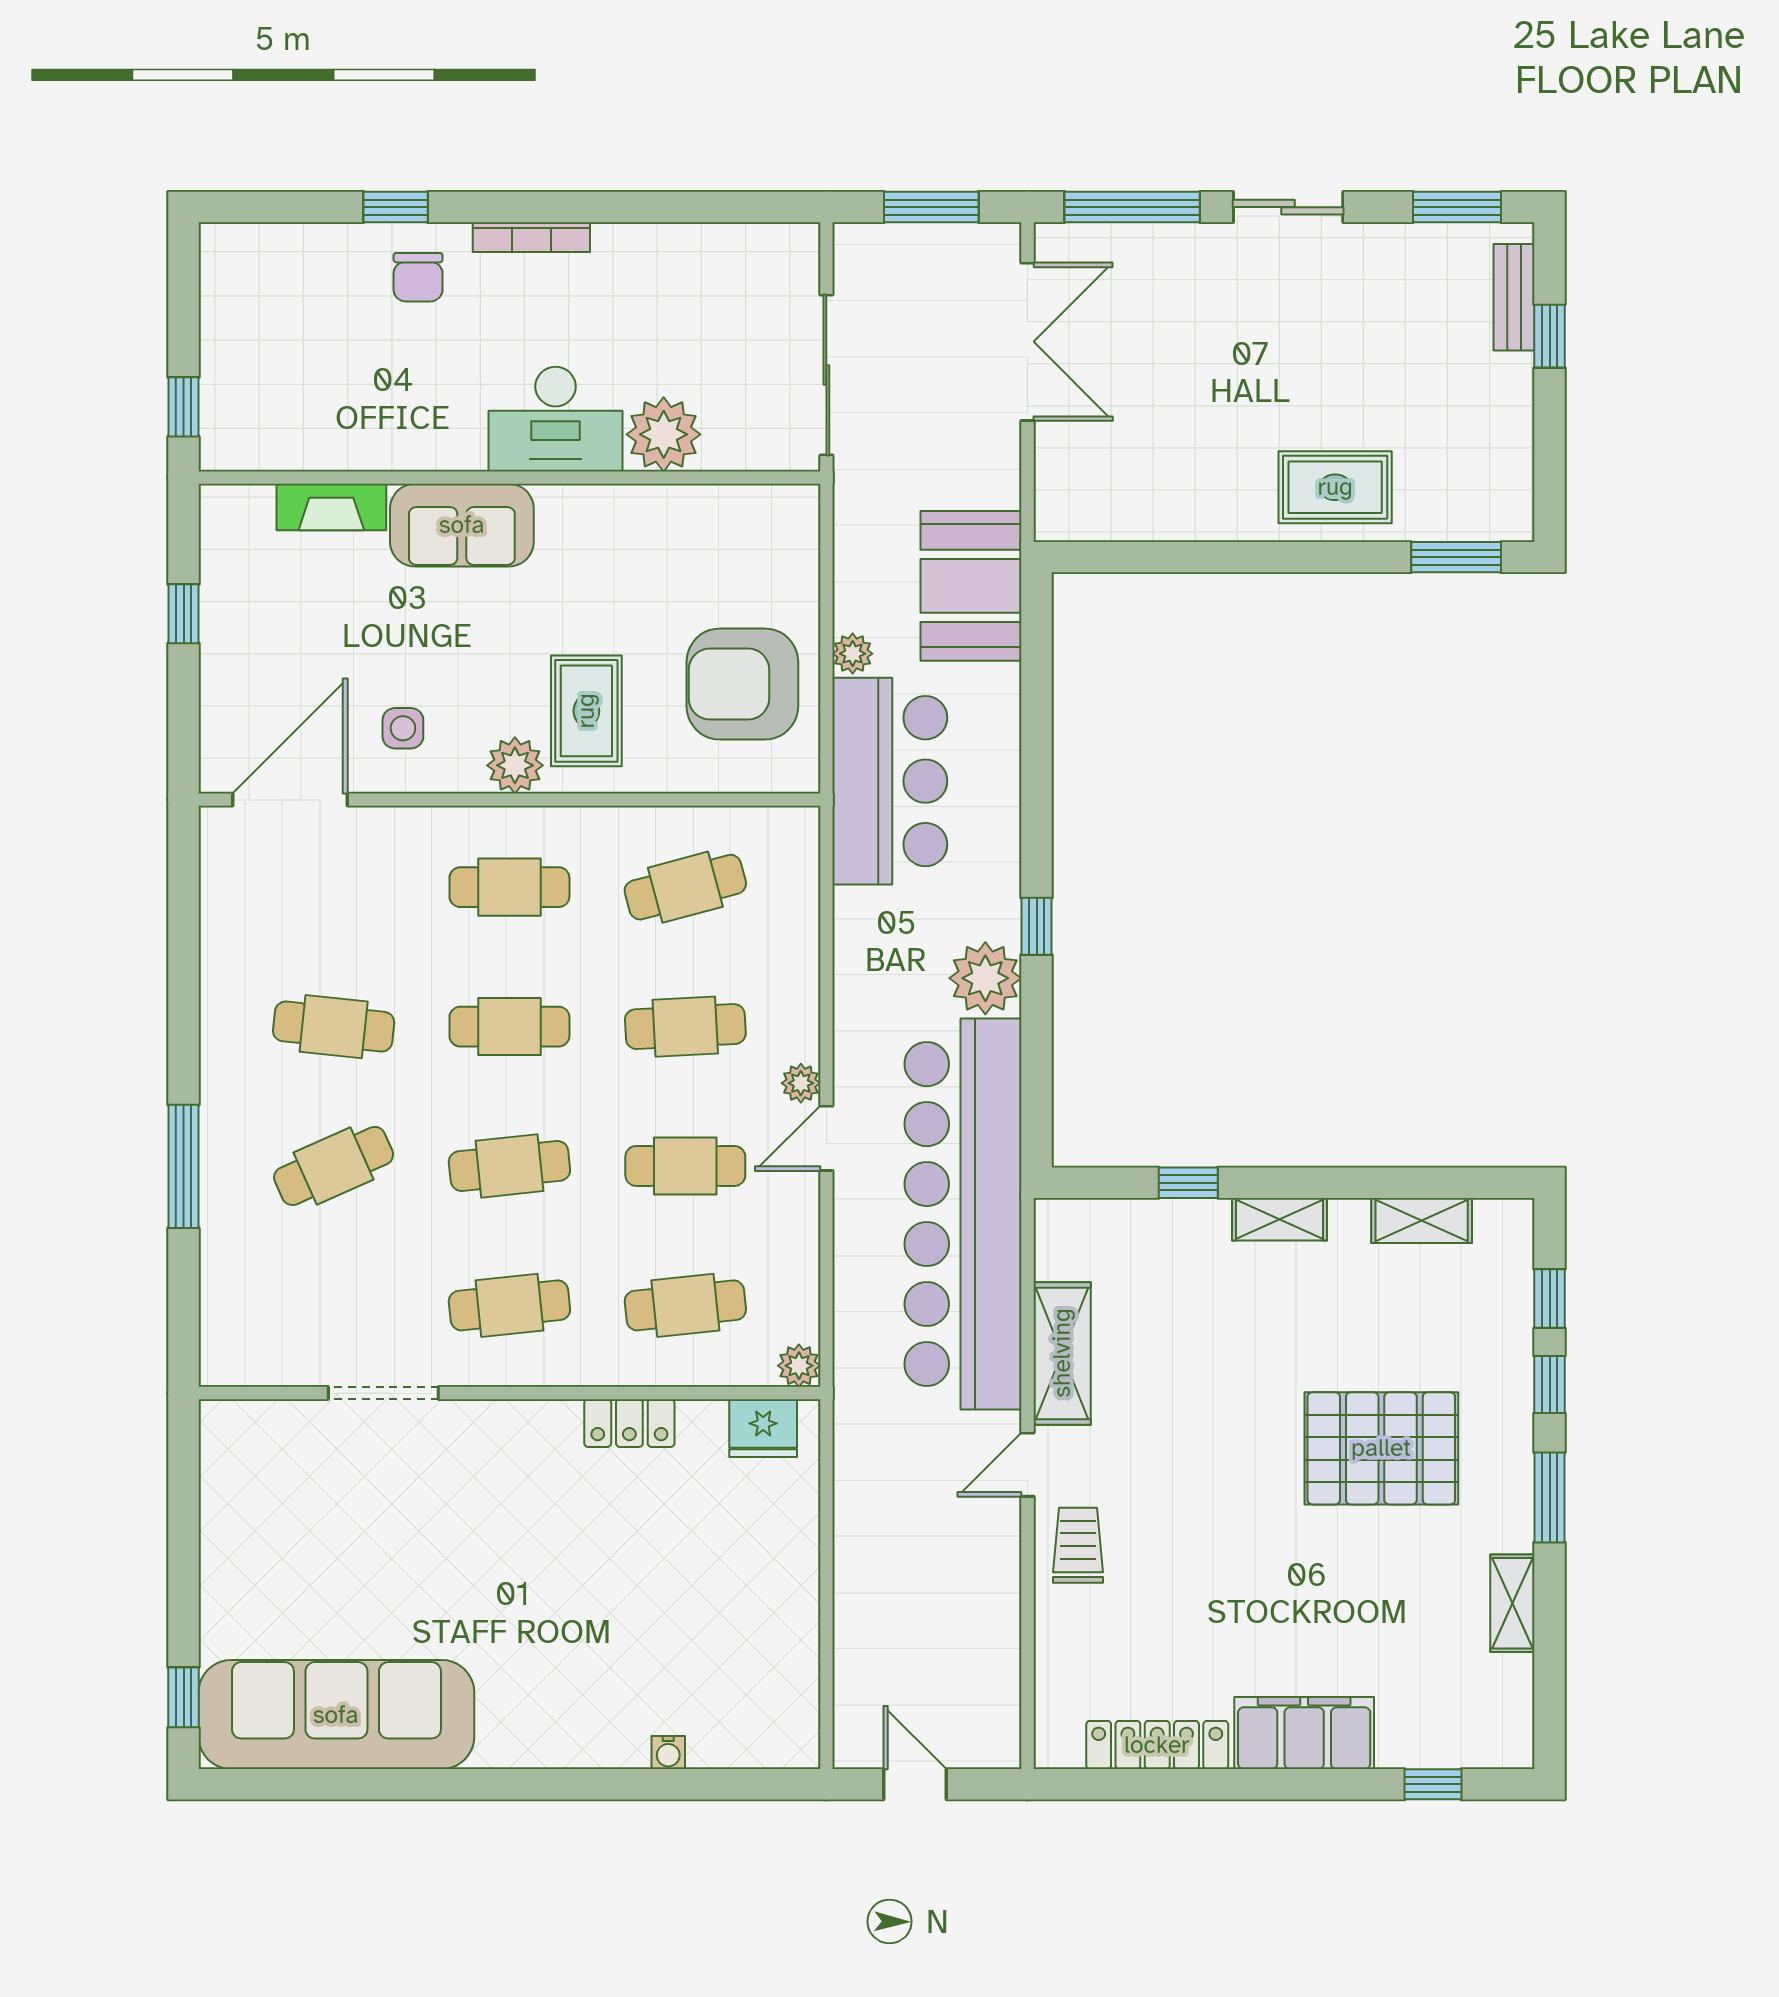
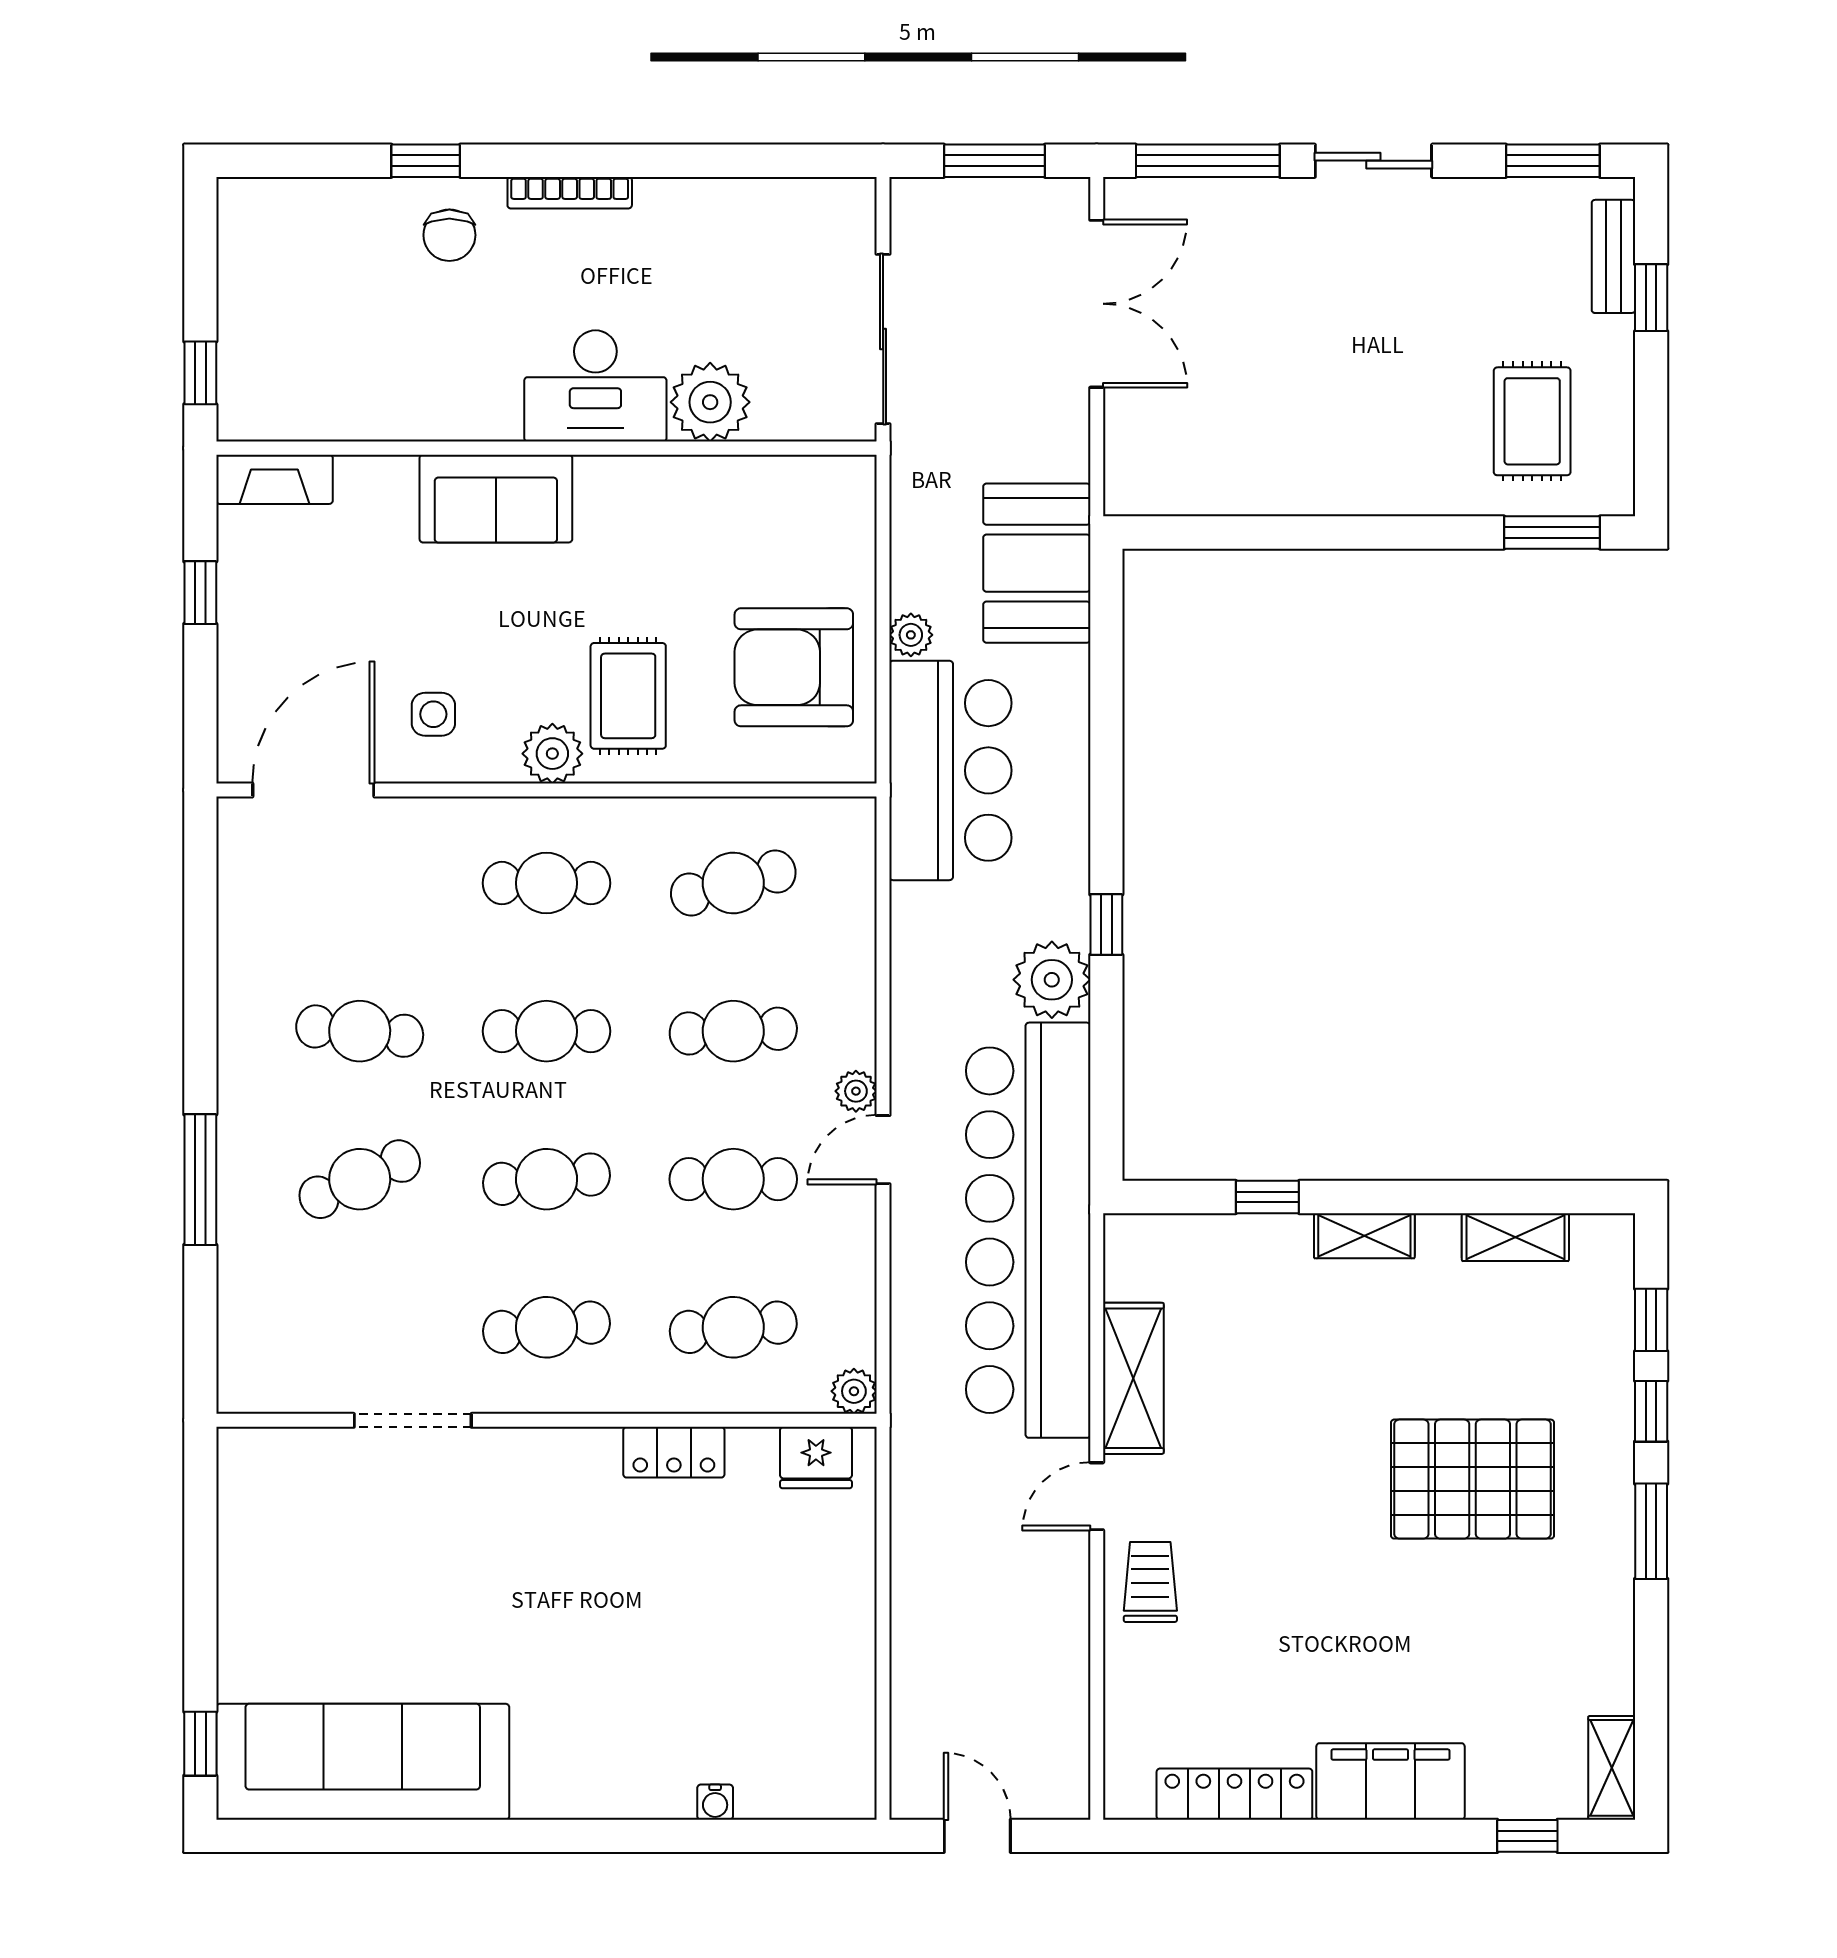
rug: (1335, 487) -> (1532, 421), moved, turned 90
fireplace: (331, 507) -> (274, 479), moved
shelving: (1512, 1603) -> (1612, 1768), moved

